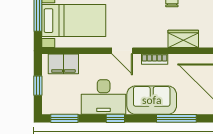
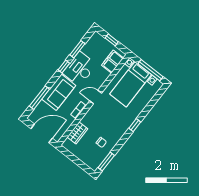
window: (64, 118) -> (77, 49), moved

